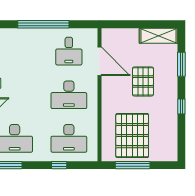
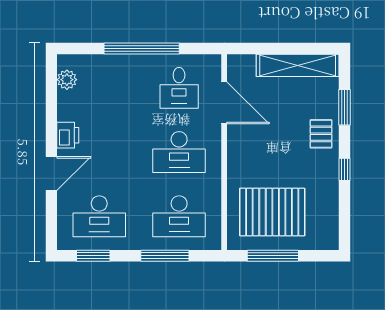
shelving: (158, 36) -> (298, 65), width x1.47
pallet: (143, 81) -> (321, 134), moved, width x0.67, depth x0.71
pallet: (132, 136) -> (272, 212), turned 90
window: (59, 165) -> (165, 256), width x2.17

